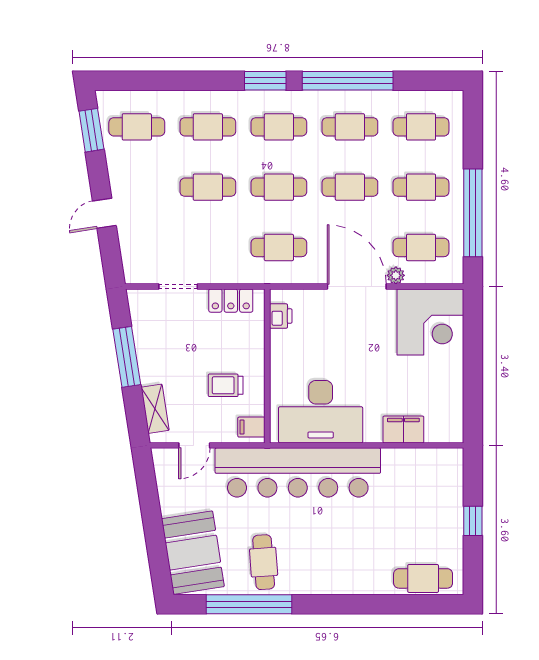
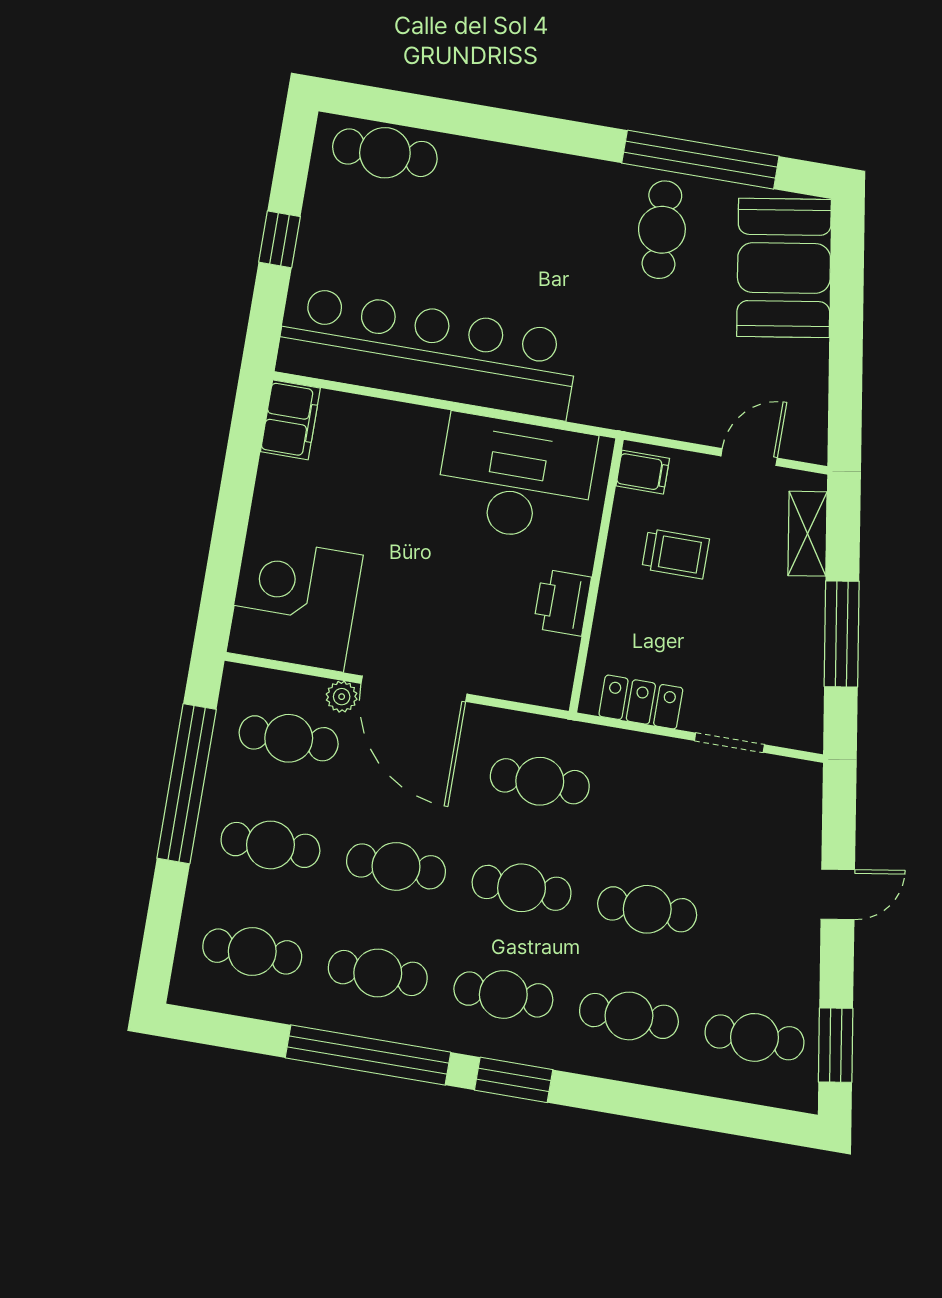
printer: (281, 316) -> (562, 603), moved, width x1.36, depth x1.24
filing cabinet: (403, 430) -> (290, 420), moved, turned -90
bar counter: (298, 472) -> (427, 353), moved

